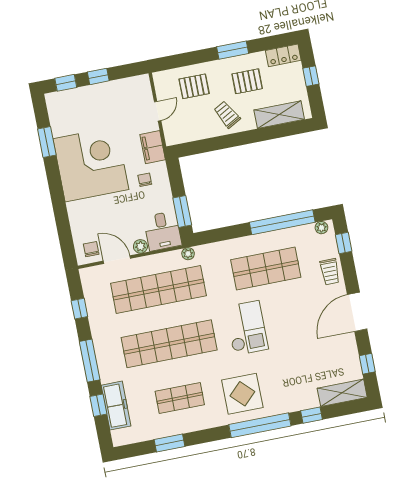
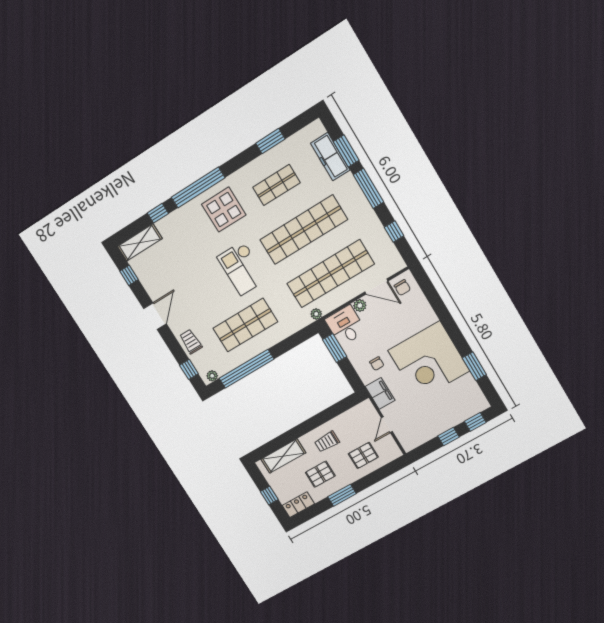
trolley: (227, 115) -> (327, 442), turned 119
door: (357, 312) -> (155, 316), width x0.73
window: (98, 405) -> (346, 151), width x1.50

